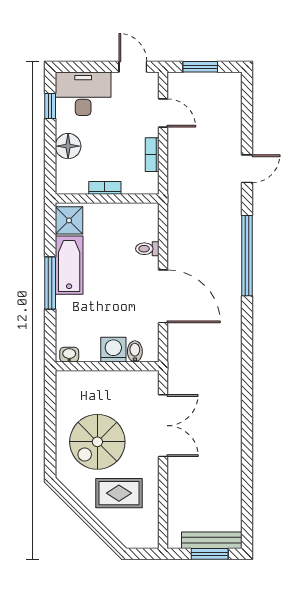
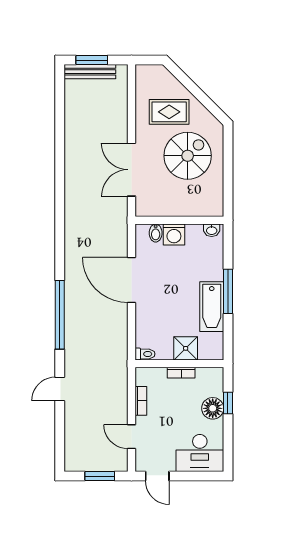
window: (50, 106) -> (228, 403), moved
shower: (69, 220) -> (186, 348), moved
toilet: (147, 249) -> (145, 354), moved

